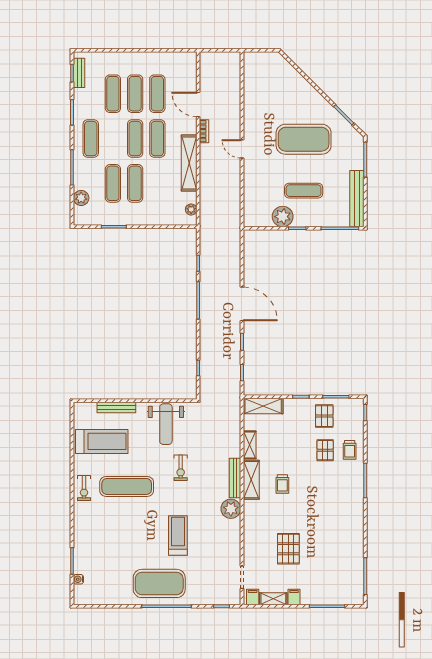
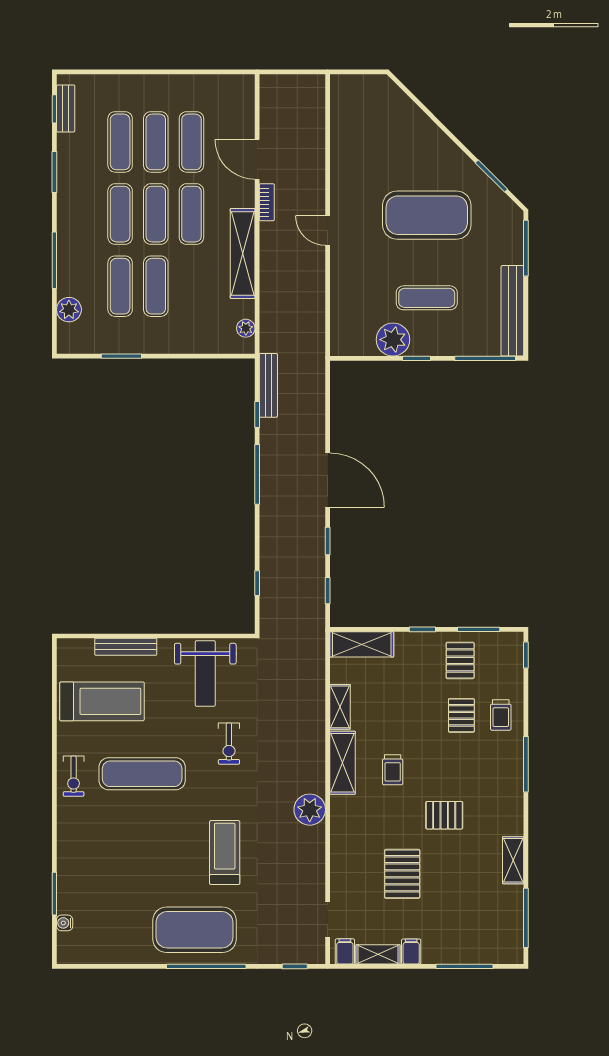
exercise mat: (91, 139) -> (120, 214), moved
bench: (235, 478) -> (268, 385), moved
pallet: (314, 512) -> (444, 815), added
shelving: (357, 540) -> (513, 860), added

